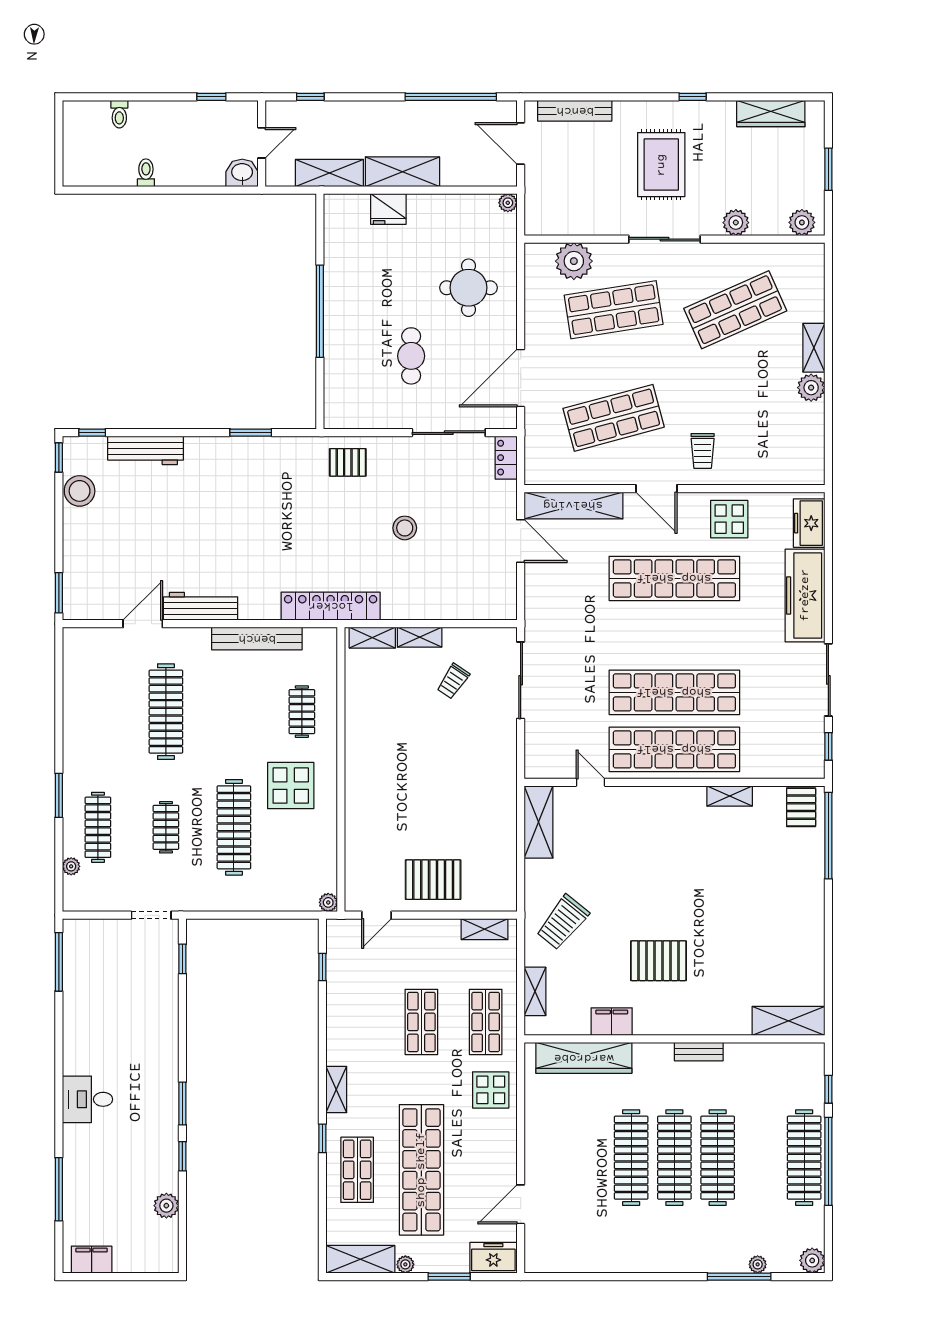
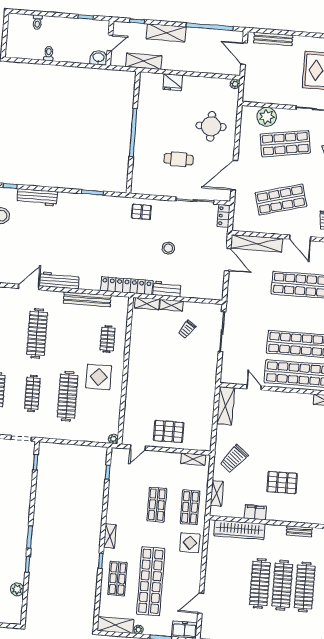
shelving: (402, 172) -> (166, 33), moved
cafe table: (411, 356) -> (179, 159), turned 90
workbench: (408, 607) -> (167, 289), added
clothes rail: (166, 827) -> (32, 393), width x1.36

